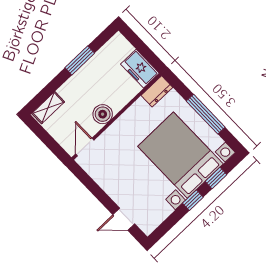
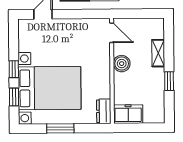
window: (80, 60) -> (169, 81), width x0.67
shelving: (48, 108) -> (158, 53), moved
window: (206, 114) -> (60, 128), width x0.69

